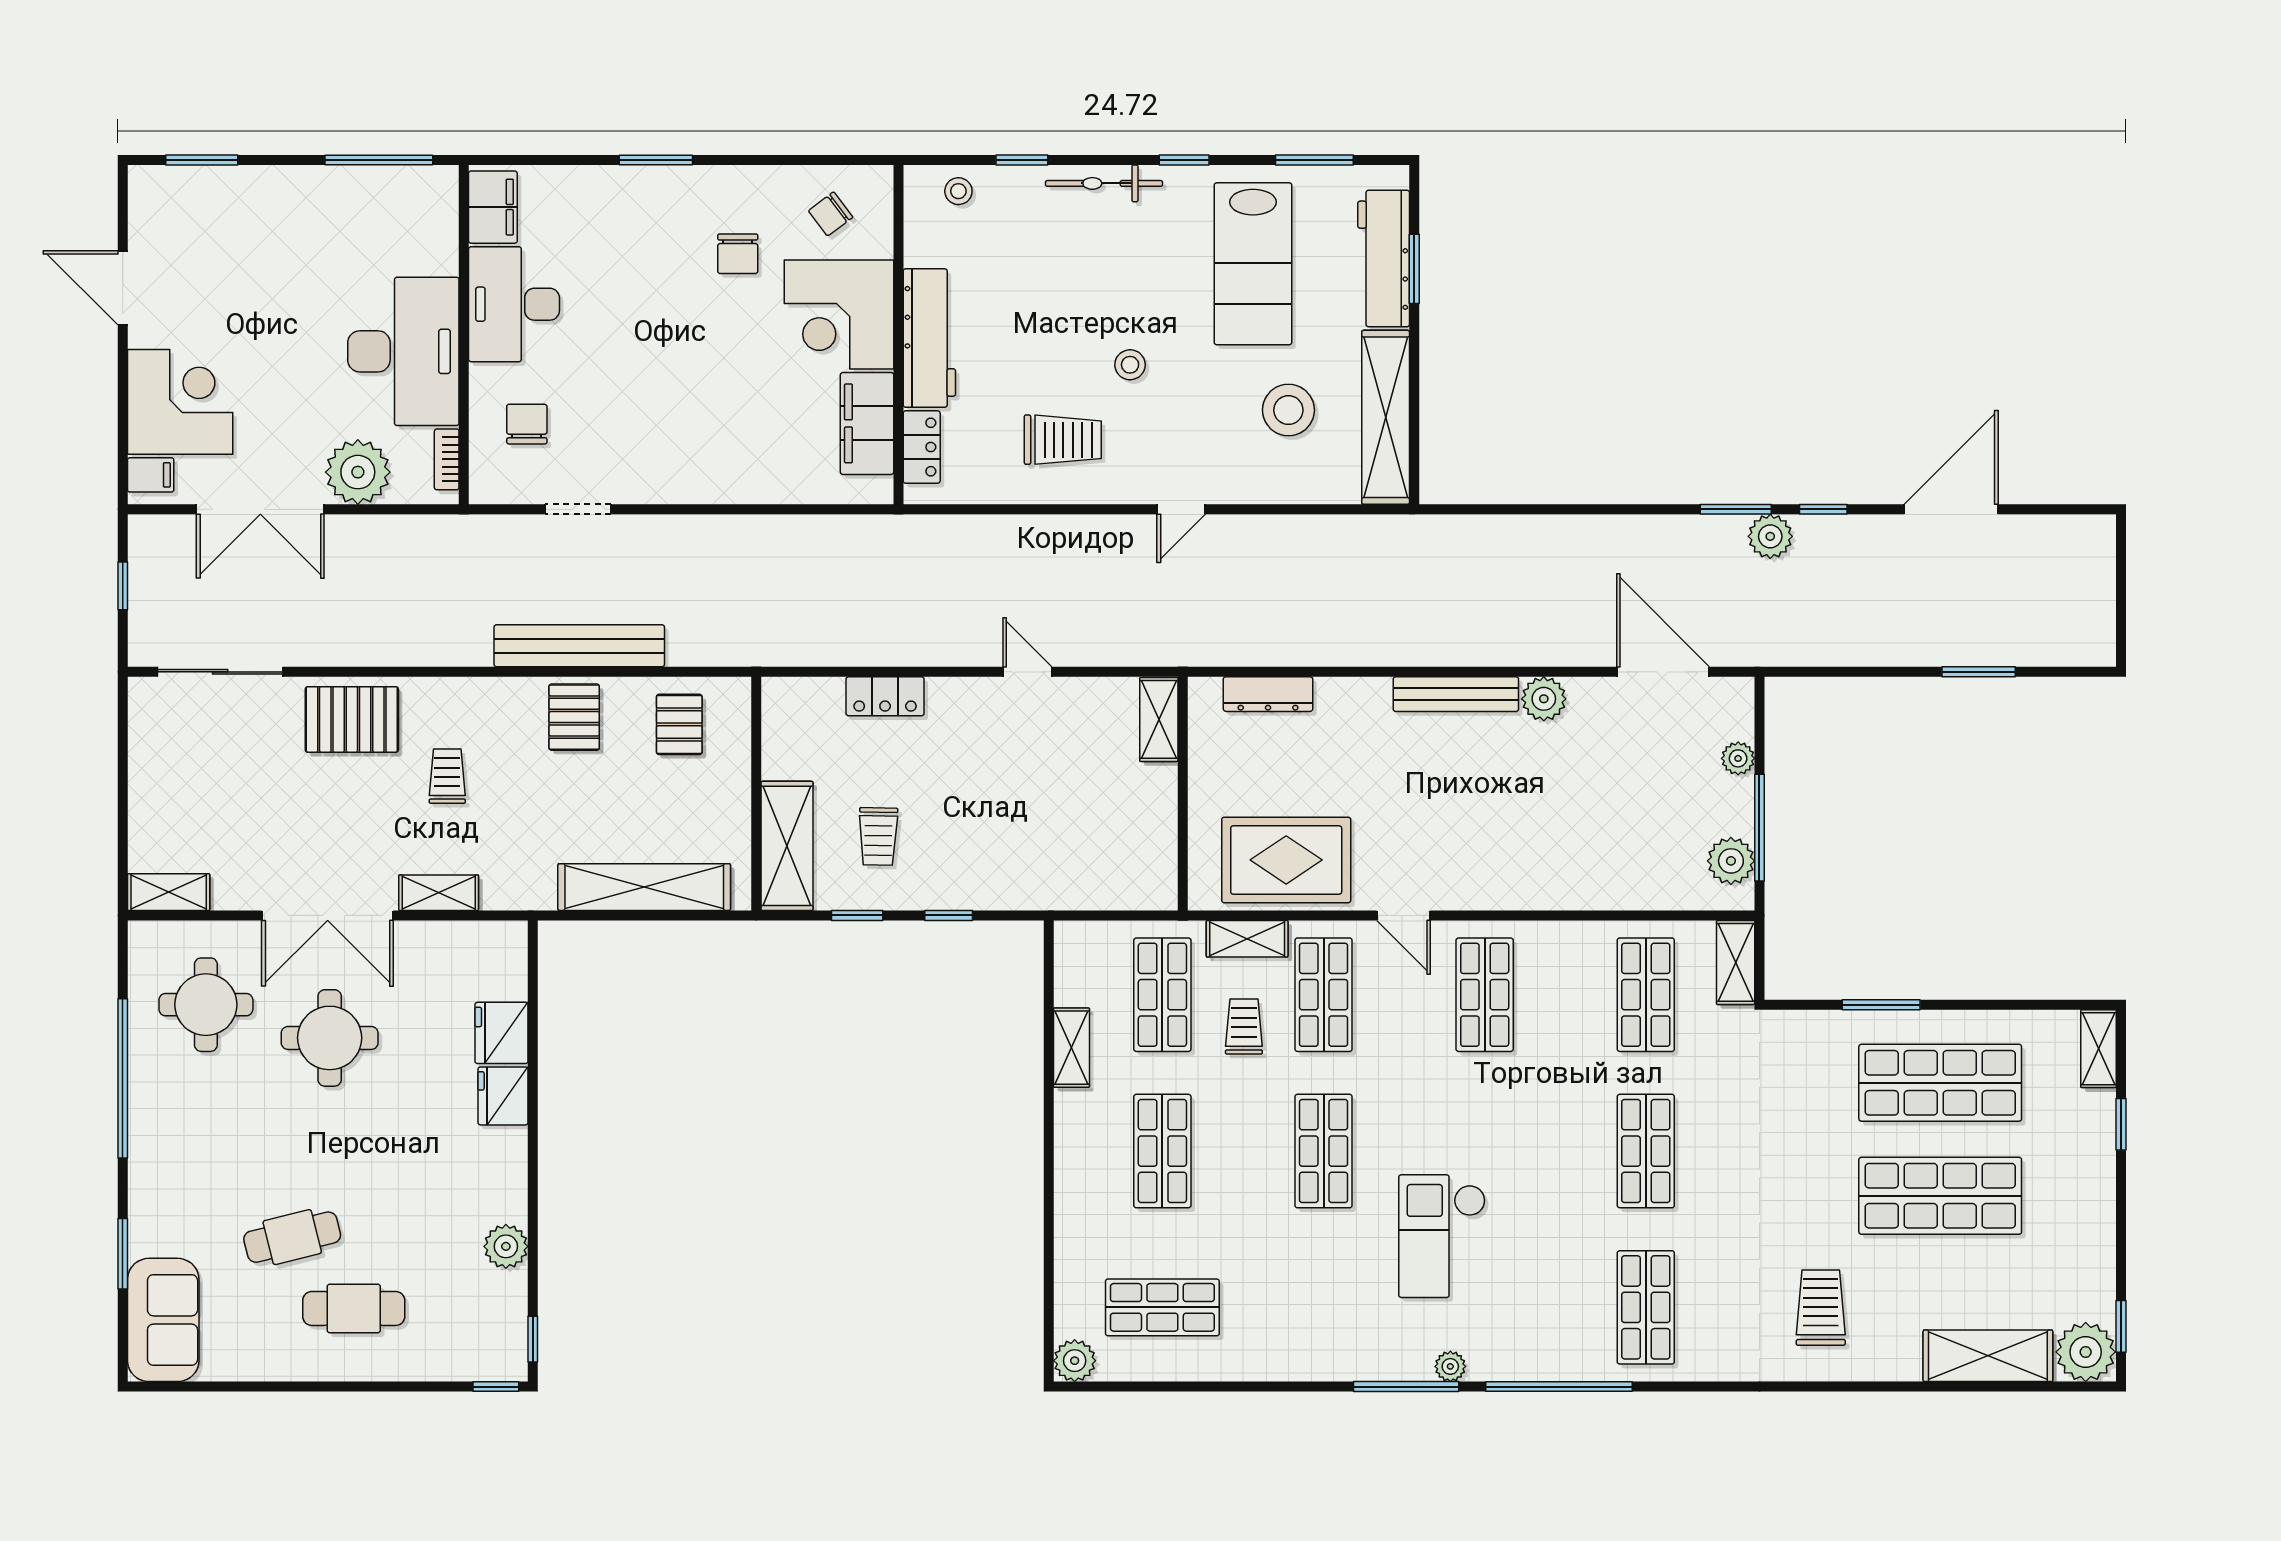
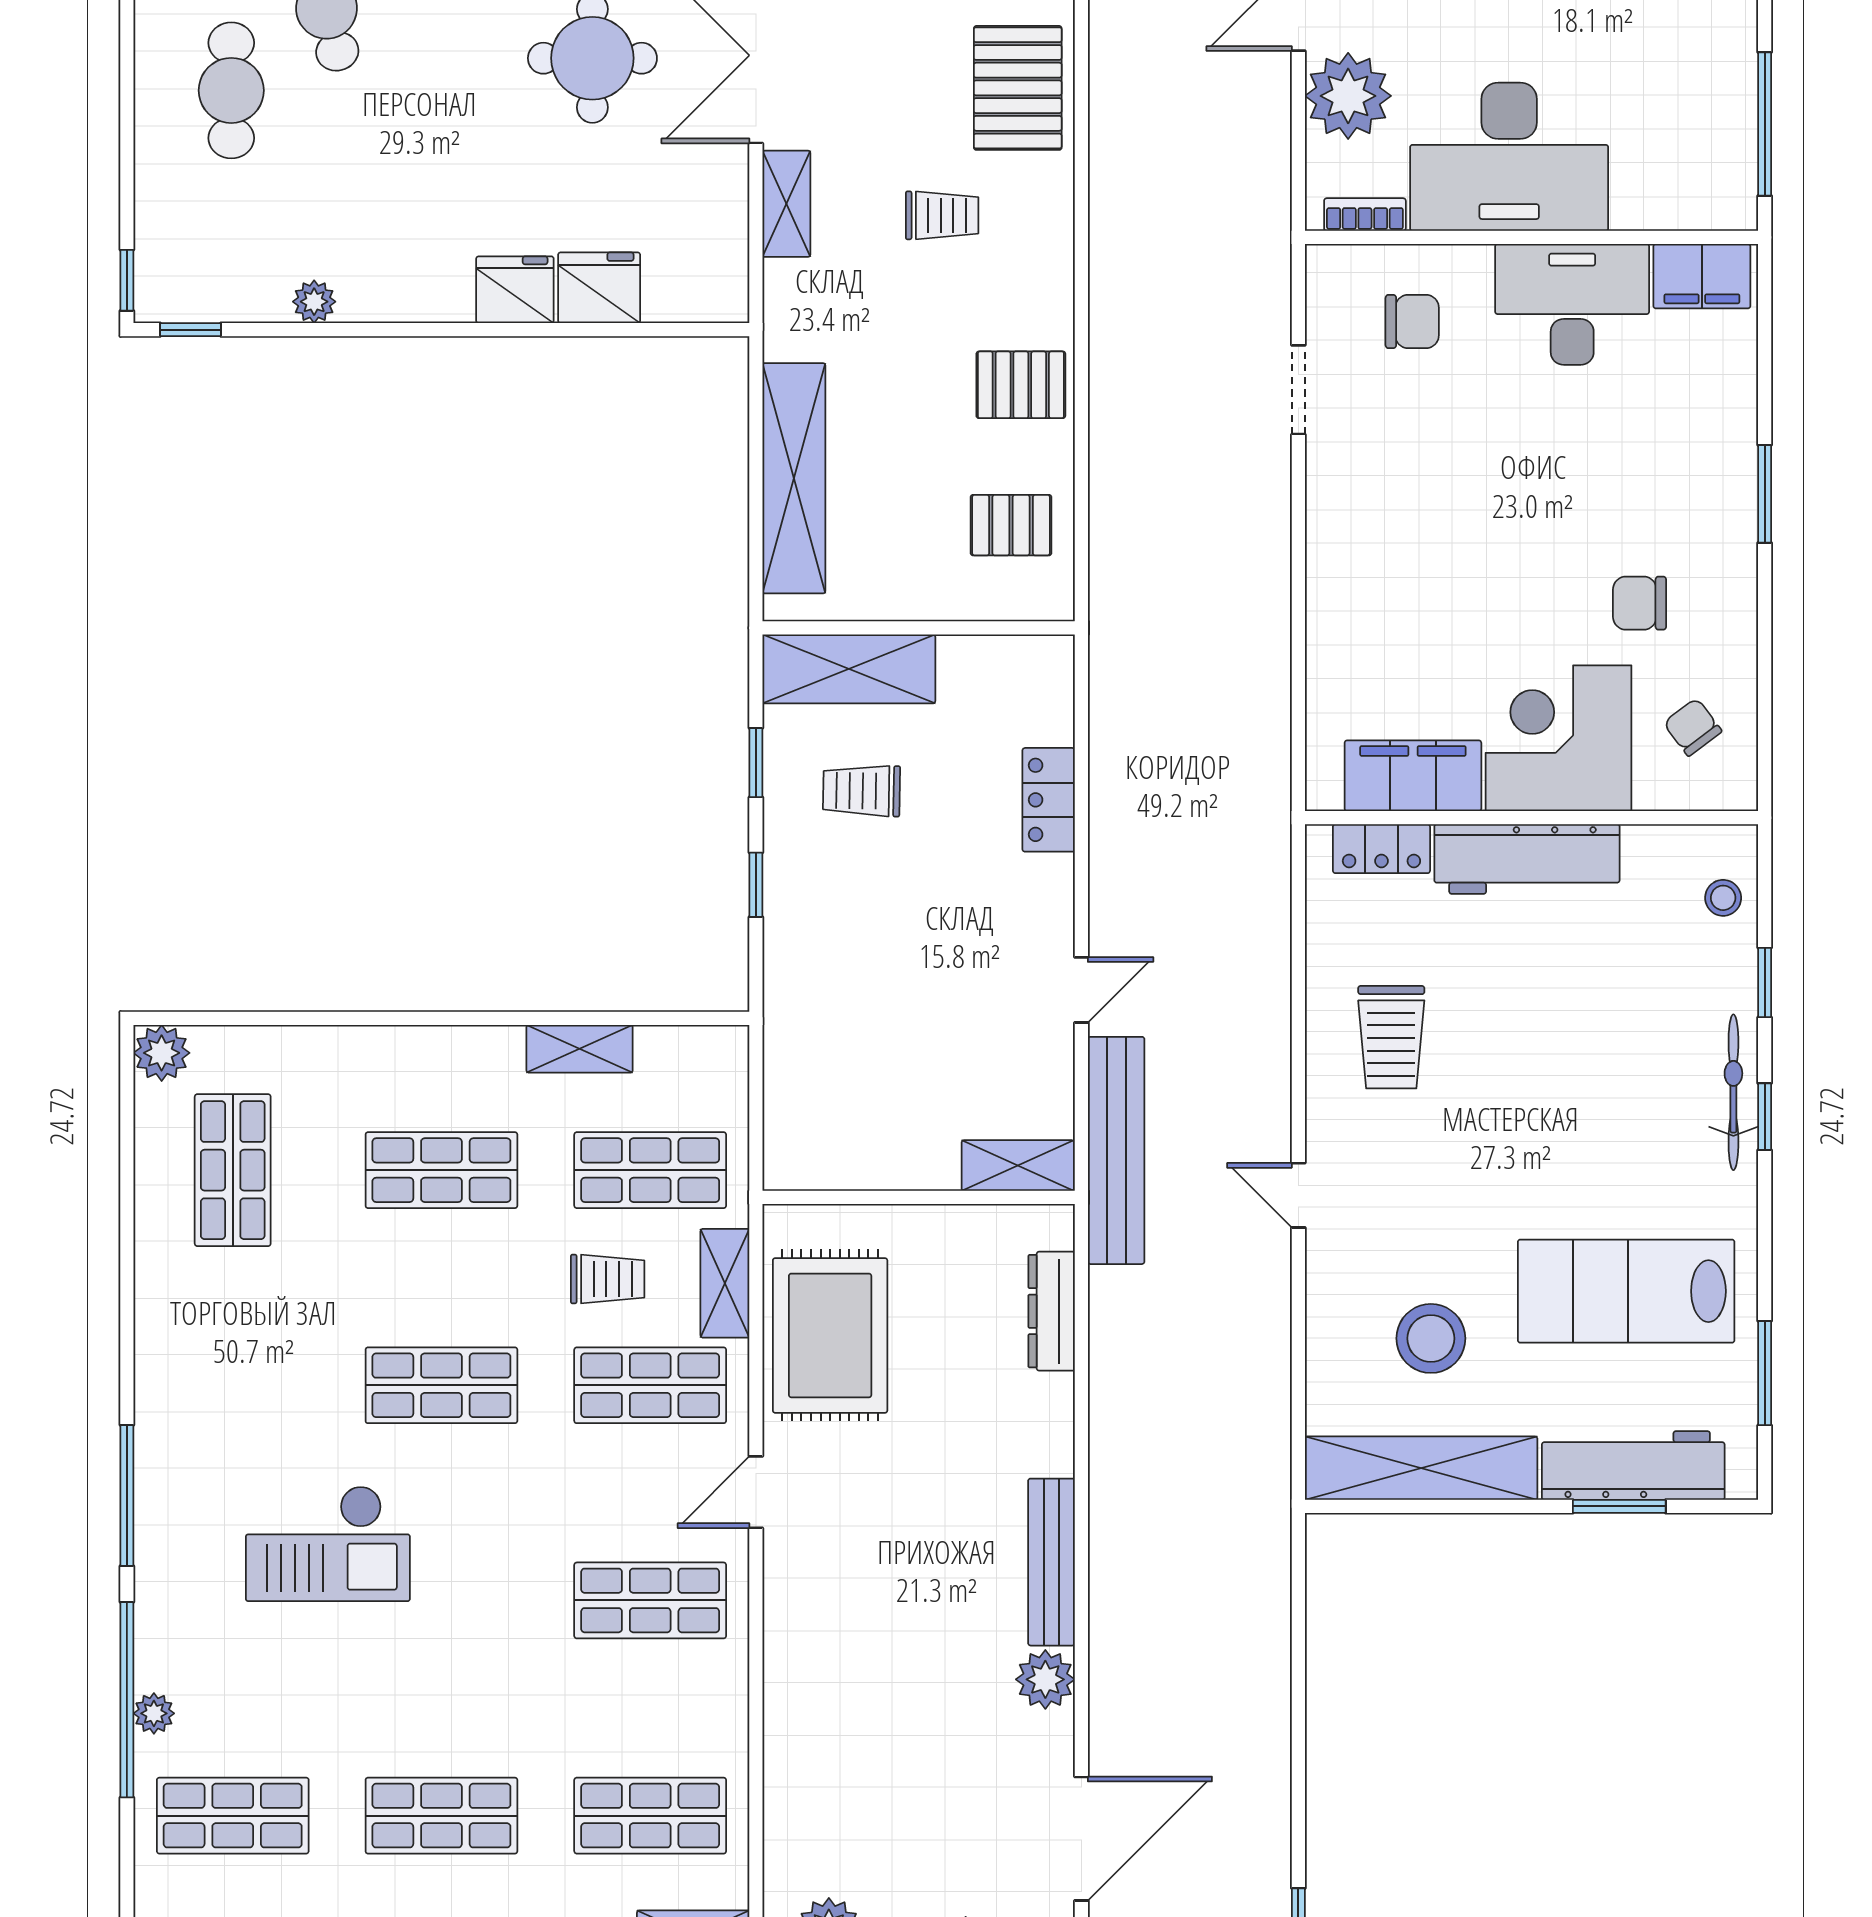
window: (1184, 160) -> (1765, 1117), moved
stool: (1130, 365) -> (1491, 1127), removed
bench: (579, 646) -> (1116, 1150), moved
checkout: (1442, 1236) -> (328, 1544), turned 180
plant: (506, 1246) -> (314, 302), width x0.73, depth x0.73
plant: (1450, 1366) -> (154, 1713), moved

